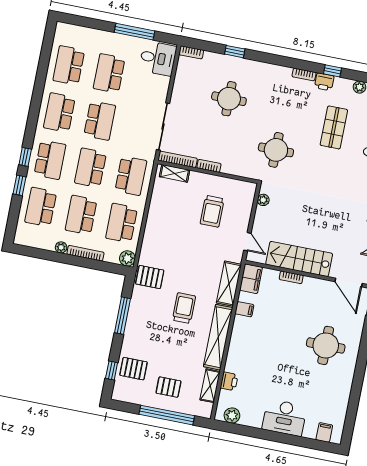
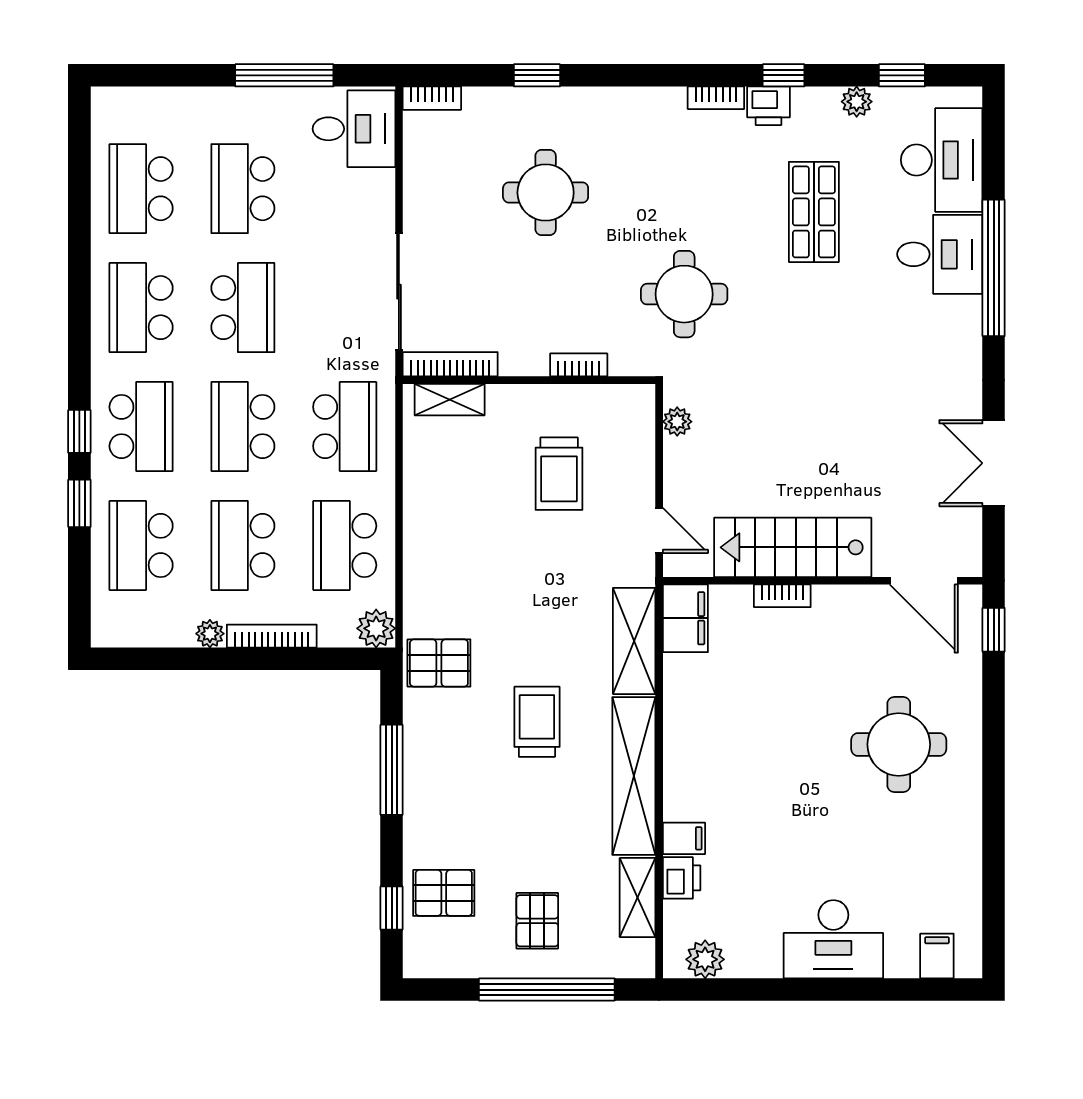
bookcase: (209, 166) -> (579, 365), moved
filing cabinet: (244, 309) -> (684, 838), moved
pallet: (168, 387) -> (537, 921), turned 90

